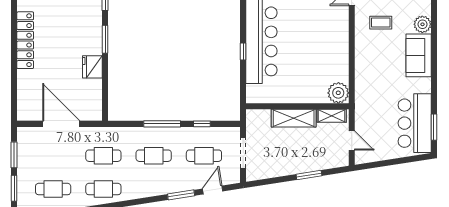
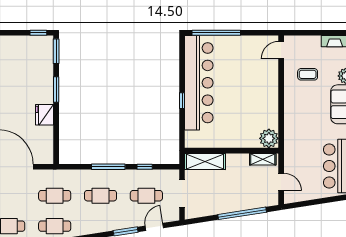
shelving: (294, 118) -> (205, 161), moved
window: (309, 175) -> (242, 213), width x2.11

